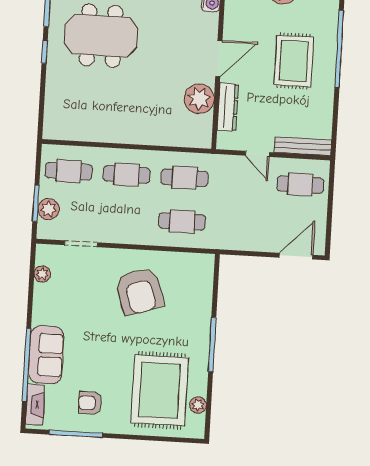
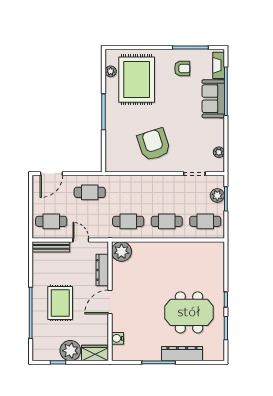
plant: (199, 99) -> (121, 252), moved
cafe table: (182, 221) -> (90, 192), moved

